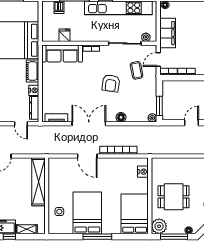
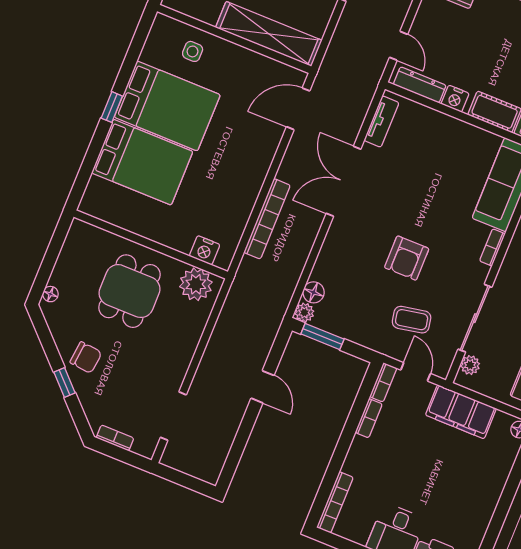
armchair: (111, 83) -> (407, 258), turned -98
floor lamp: (121, 117) -> (314, 292), moved
door: (21, 124) -> (399, 46), swing flipped
double door: (89, 124) -> (344, 181), swing flipped
door: (87, 156) -> (298, 109), moved
bed: (135, 214) -> (142, 162), moved
plant: (159, 226) -> (196, 284), moved
window: (97, 237) -> (112, 107), width x0.46
window: (174, 237) -> (50, 260), removed

